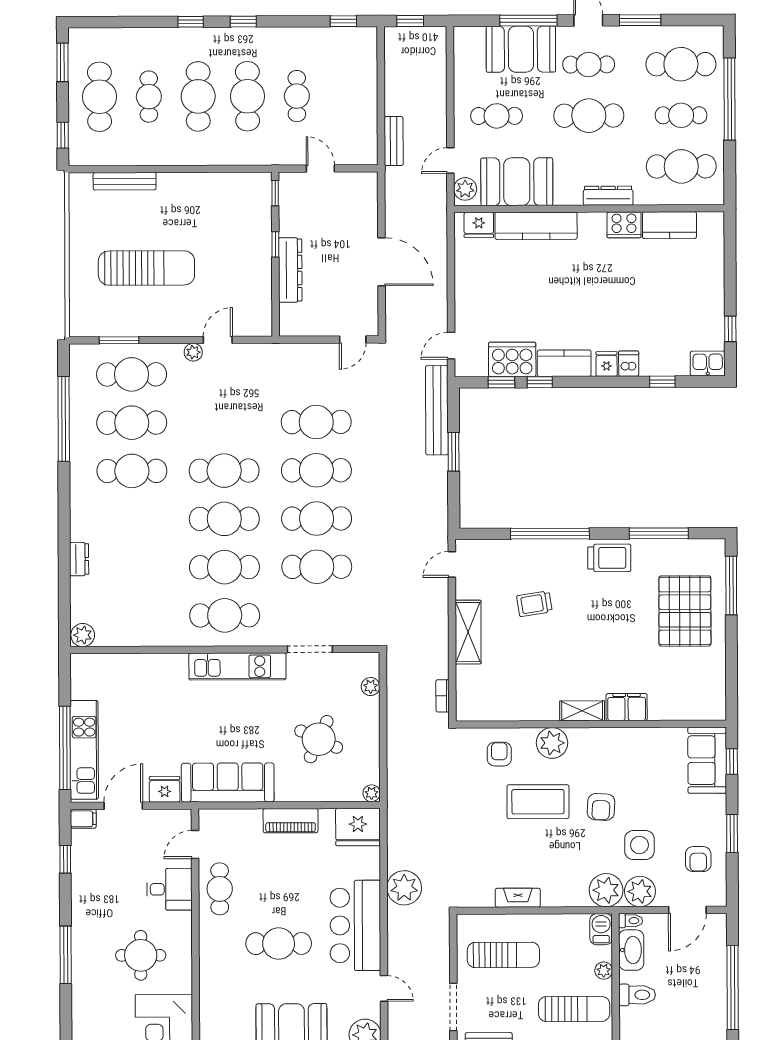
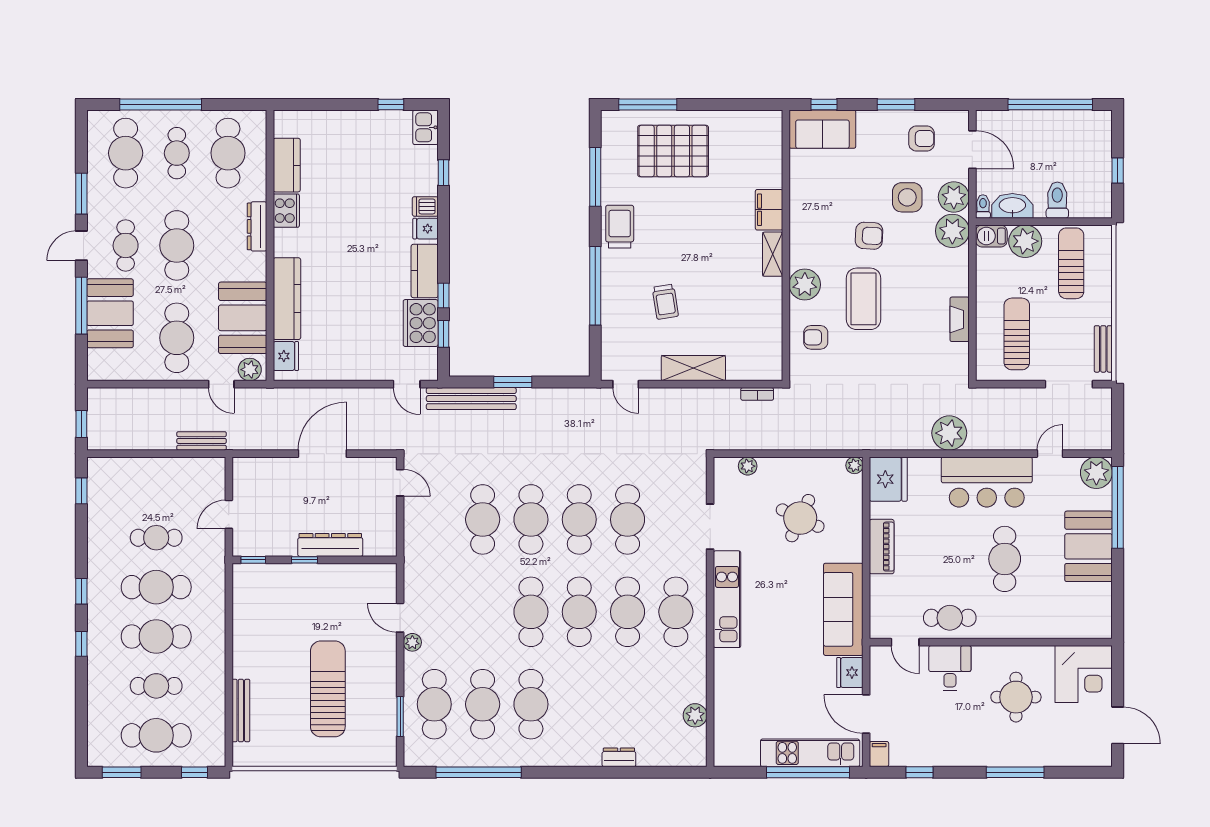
cafe table: (497, 116) -> (177, 338), width x1.37, depth x1.35
plant: (83, 635) -> (695, 715), moved
plant: (604, 971) -> (1025, 241), width x1.88, depth x1.88

